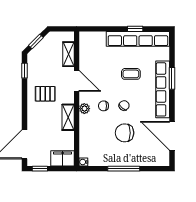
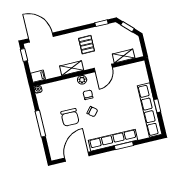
coffee table: (131, 74) -> (120, 111), removed
chair: (125, 133) -> (70, 117), turned 180
filing cabinet: (63, 158) -> (38, 76), width x0.50

